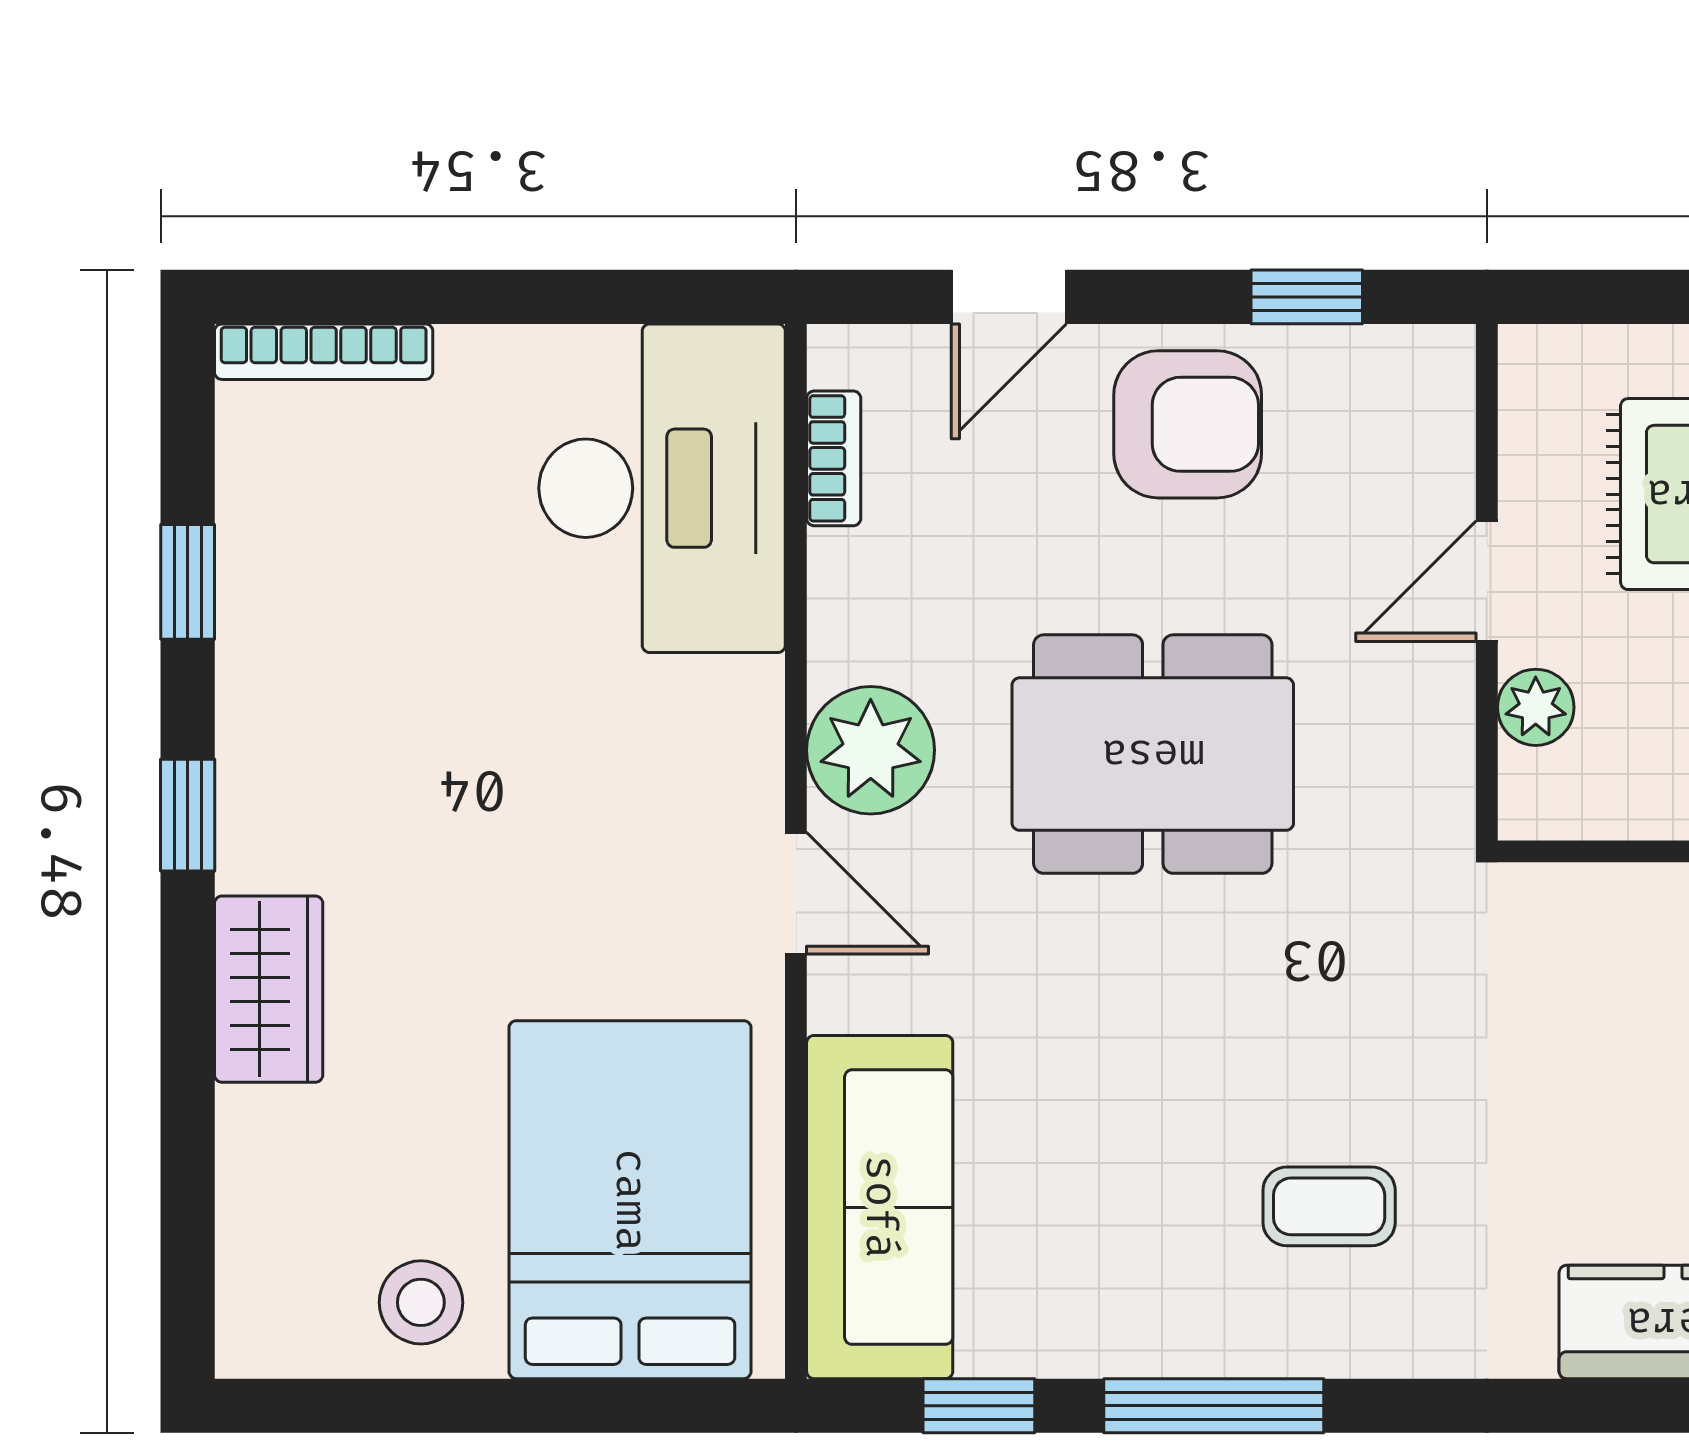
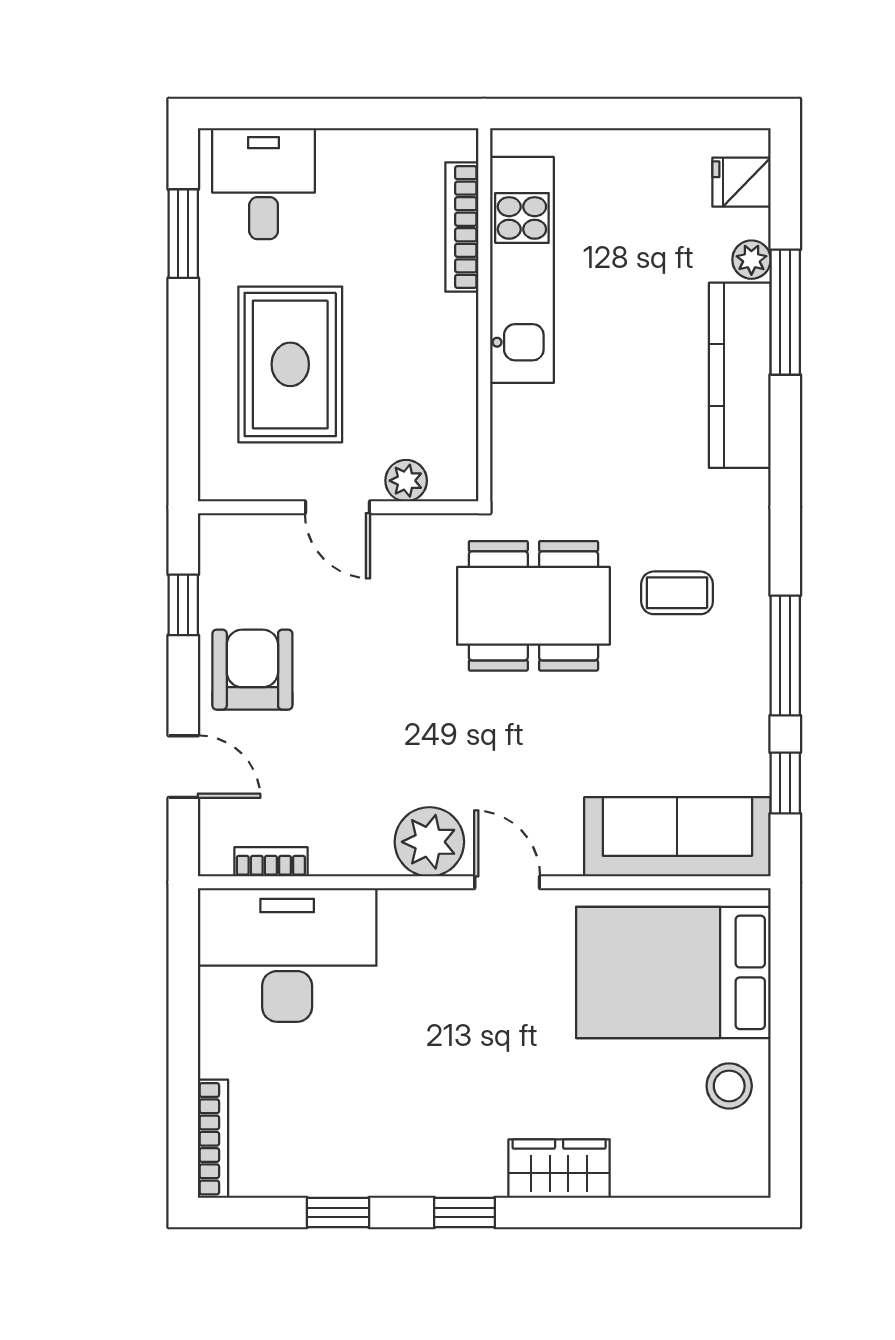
dining table: (1153, 754) -> (533, 606), moved, turned 90
door: (796, 893) -> (507, 882), hinge flipped
coffee table: (1329, 1206) -> (677, 593), turned 90

